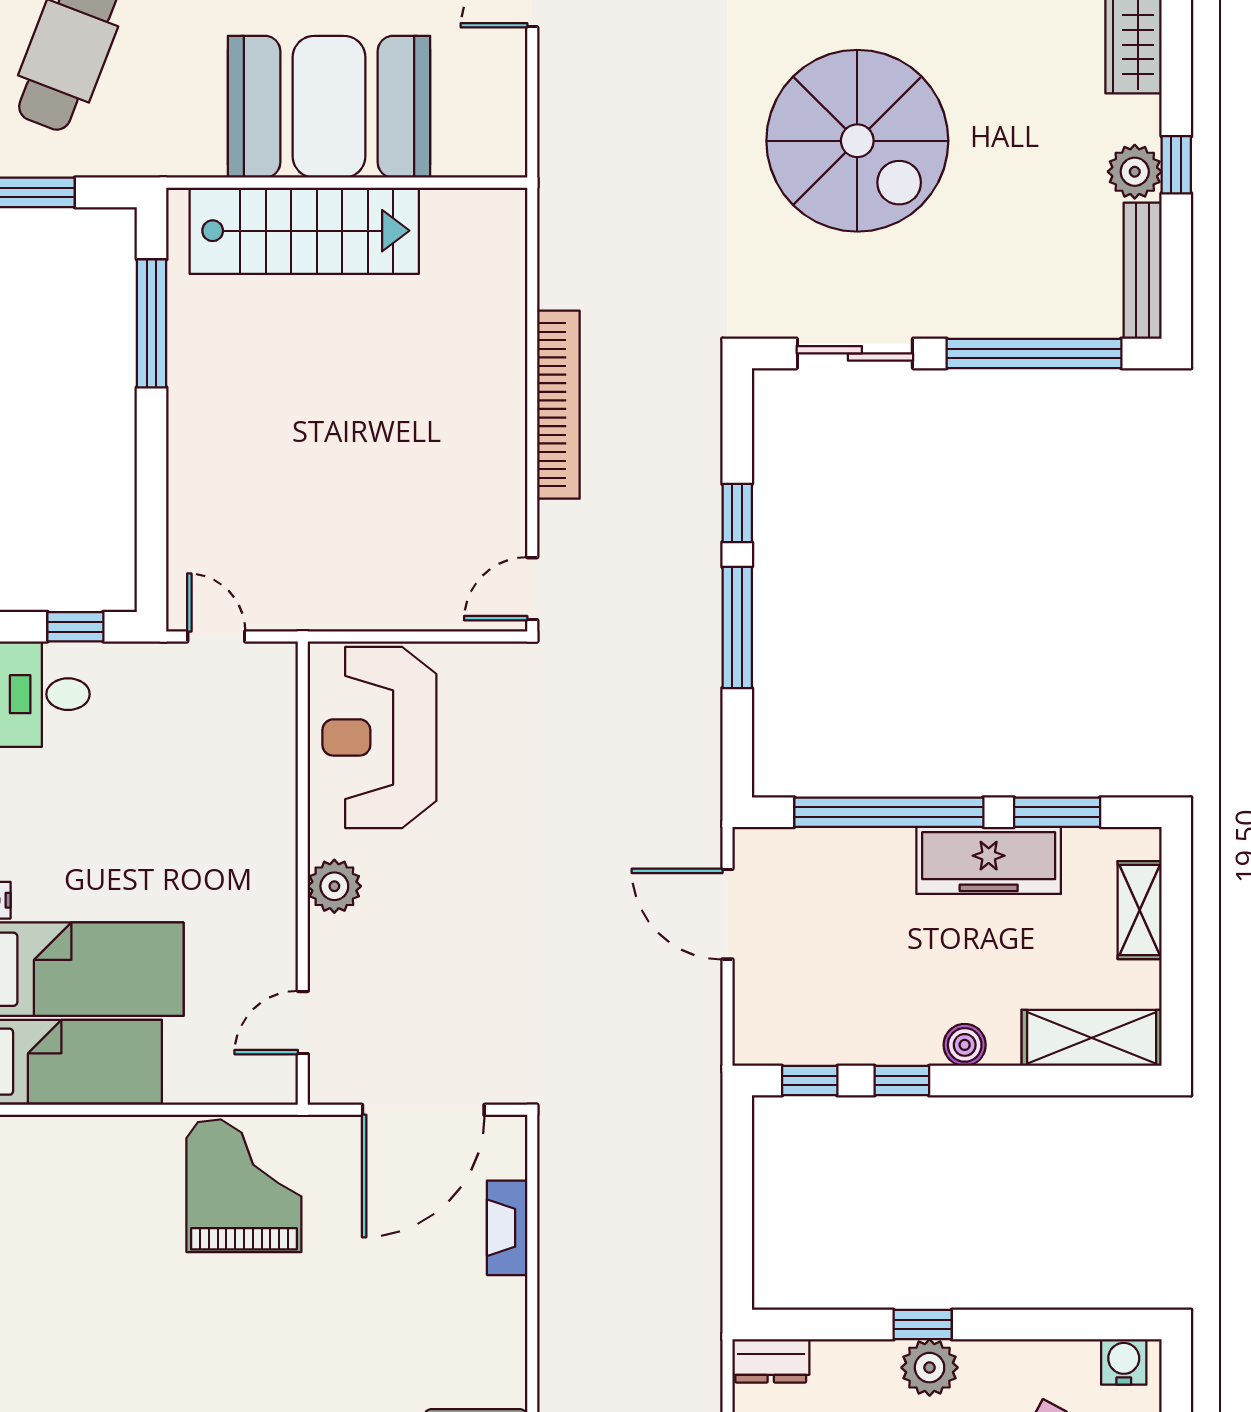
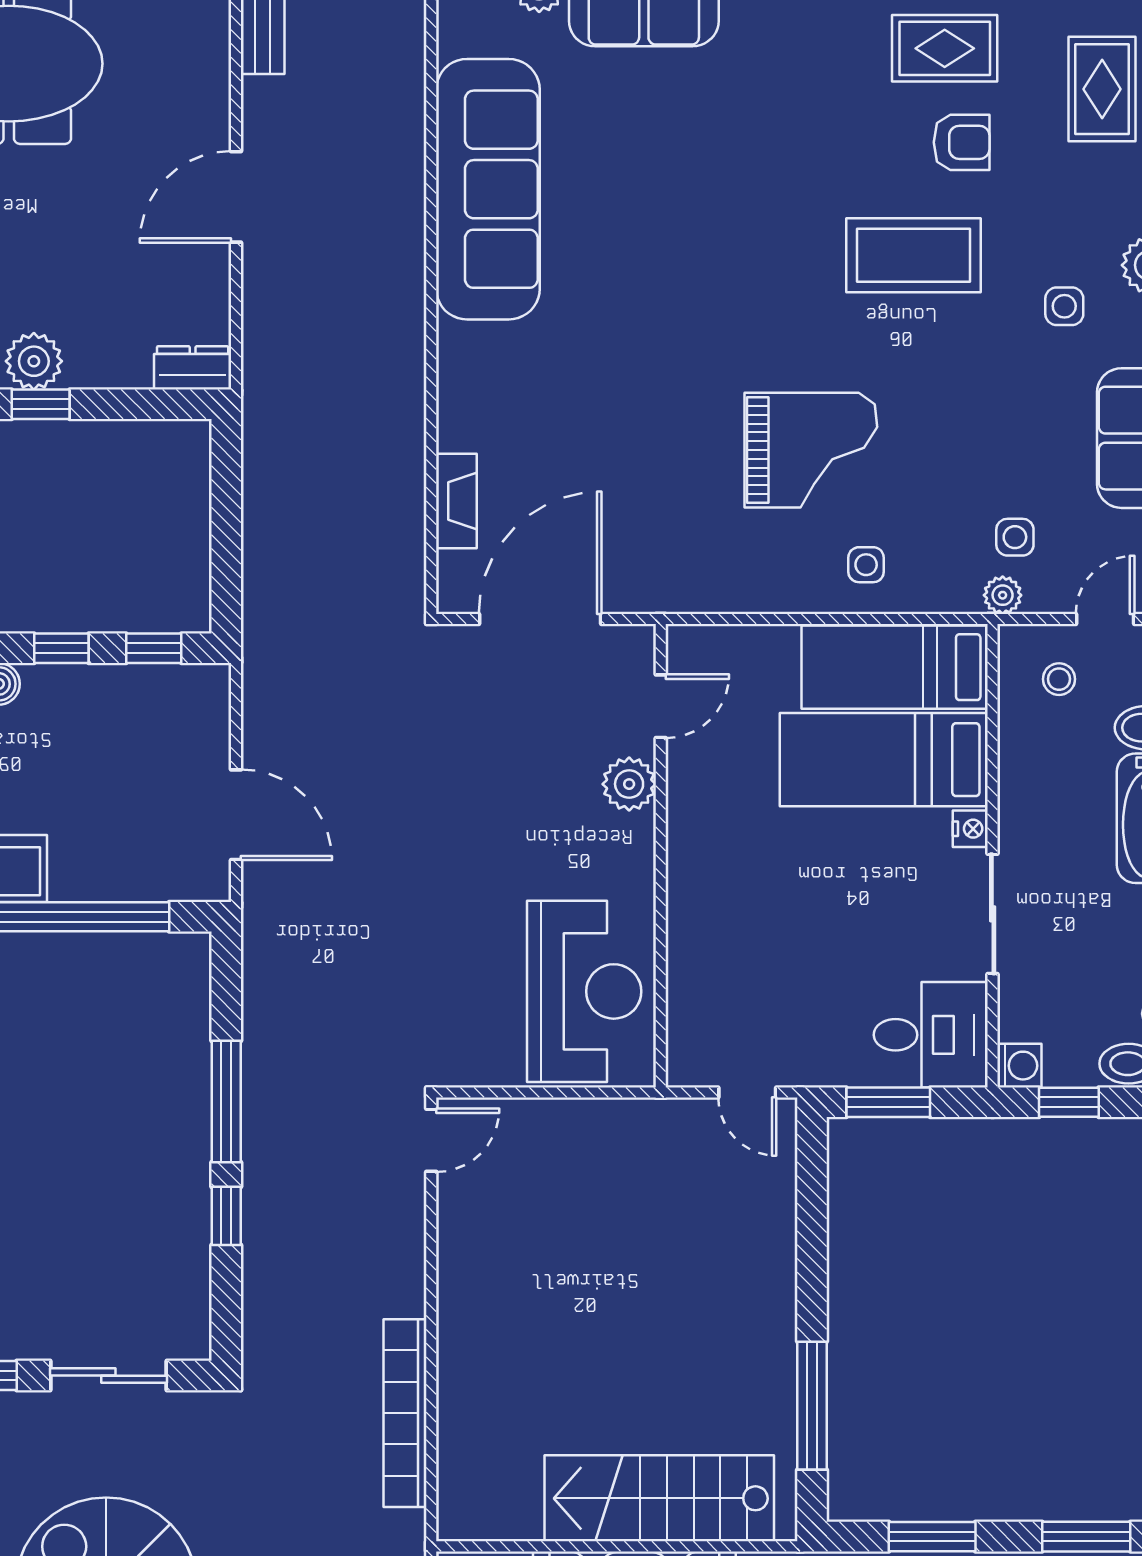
bookcase: (558, 405) -> (405, 1413), moved
window: (75, 627) -> (888, 1102), width x1.50
plant: (334, 886) -> (629, 784), moved
side table: (97, 1164) -> (866, 565), added
grand piano: (244, 1186) -> (811, 450), moved, turned -90

